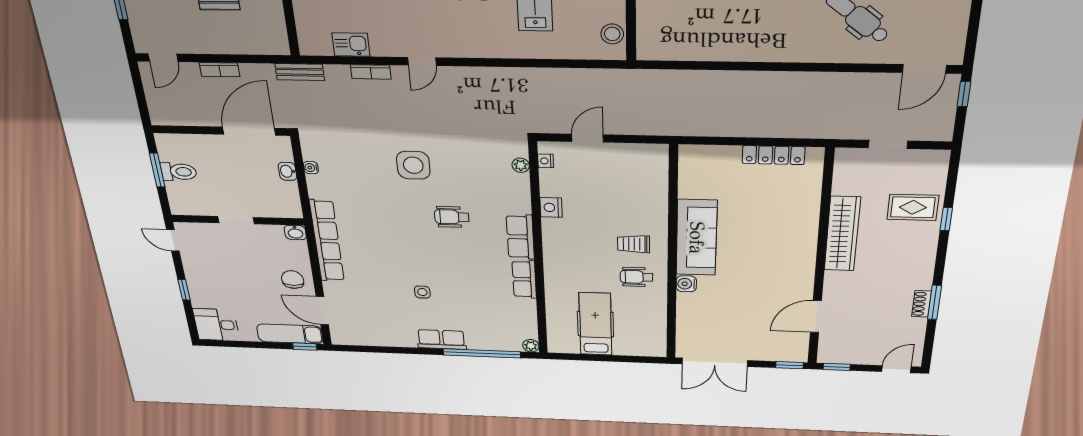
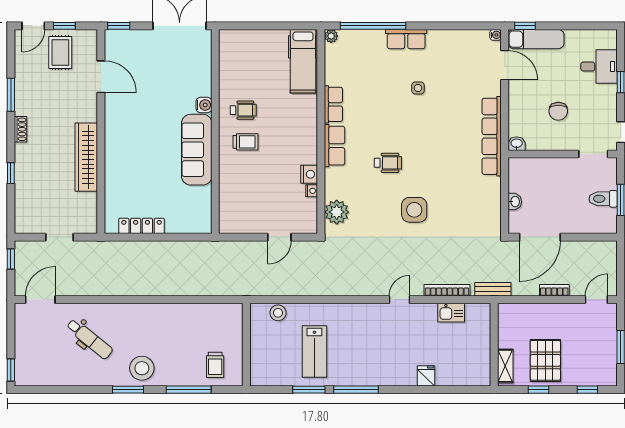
stool: (612, 34) -> (278, 313), moved
bookcase: (371, 72) -> (447, 290), width x1.56
window: (964, 94) -> (11, 259), moved
nightstand: (546, 161) -> (312, 191), moved
plant: (521, 165) -> (337, 212), width x1.88, depth x1.88
water cooler: (311, 168) -> (496, 35), moved
rug: (913, 207) -> (60, 52), moved, turned 90
doorway: (236, 220) -> (593, 154), moved
chair: (293, 280) -> (558, 111), moved
shoe rack: (922, 304) -> (20, 129), moved
door: (816, 317) -> (101, 77), hinge flipped
hospital bed: (595, 324) -> (303, 61), moved
desk: (216, 325) -> (599, 66), moved
window: (837, 367) -> (64, 26), moved

